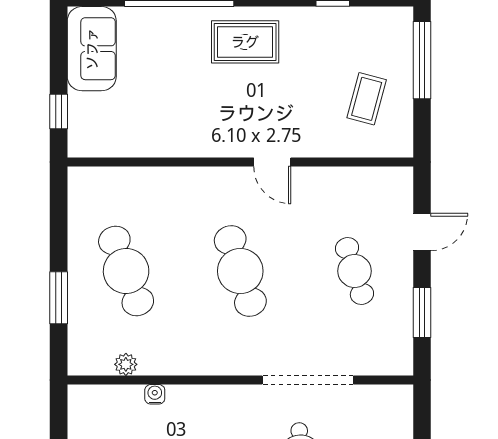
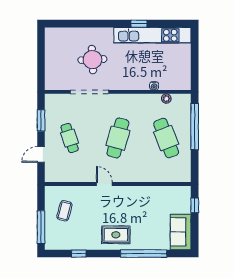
cafe table: (240, 271) -> (118, 138), turned 33
window: (59, 298) -> (195, 127), width x2.11

